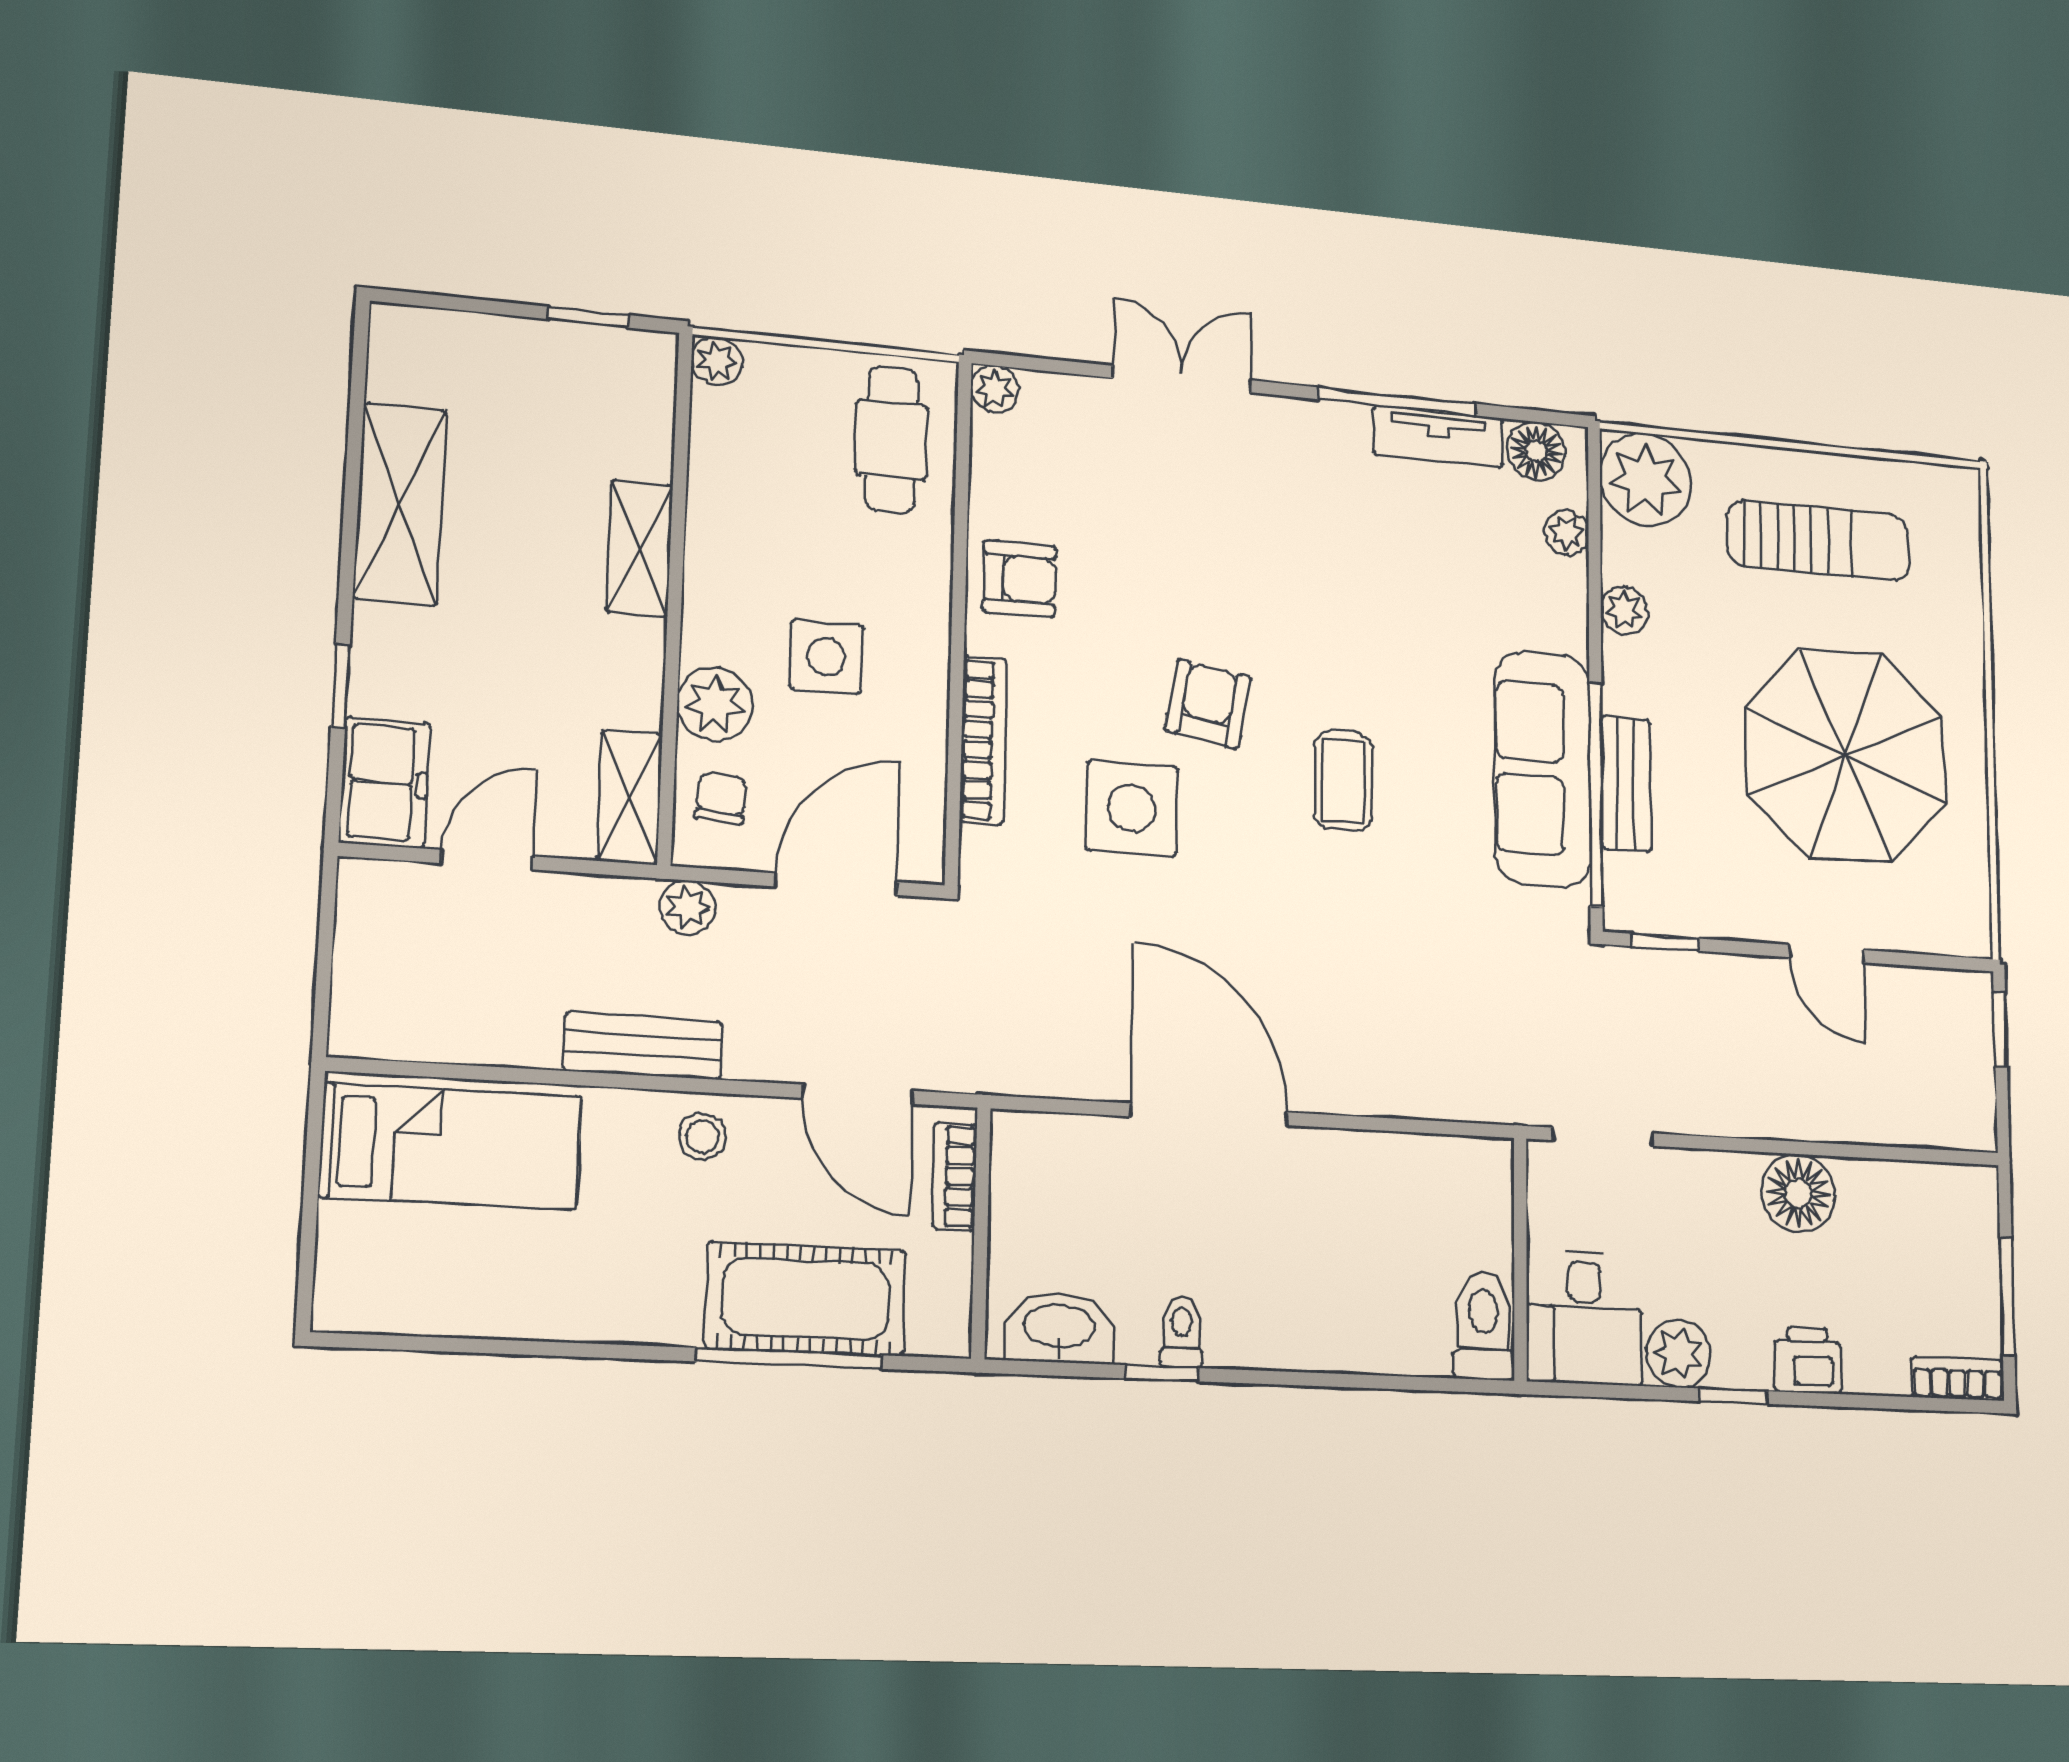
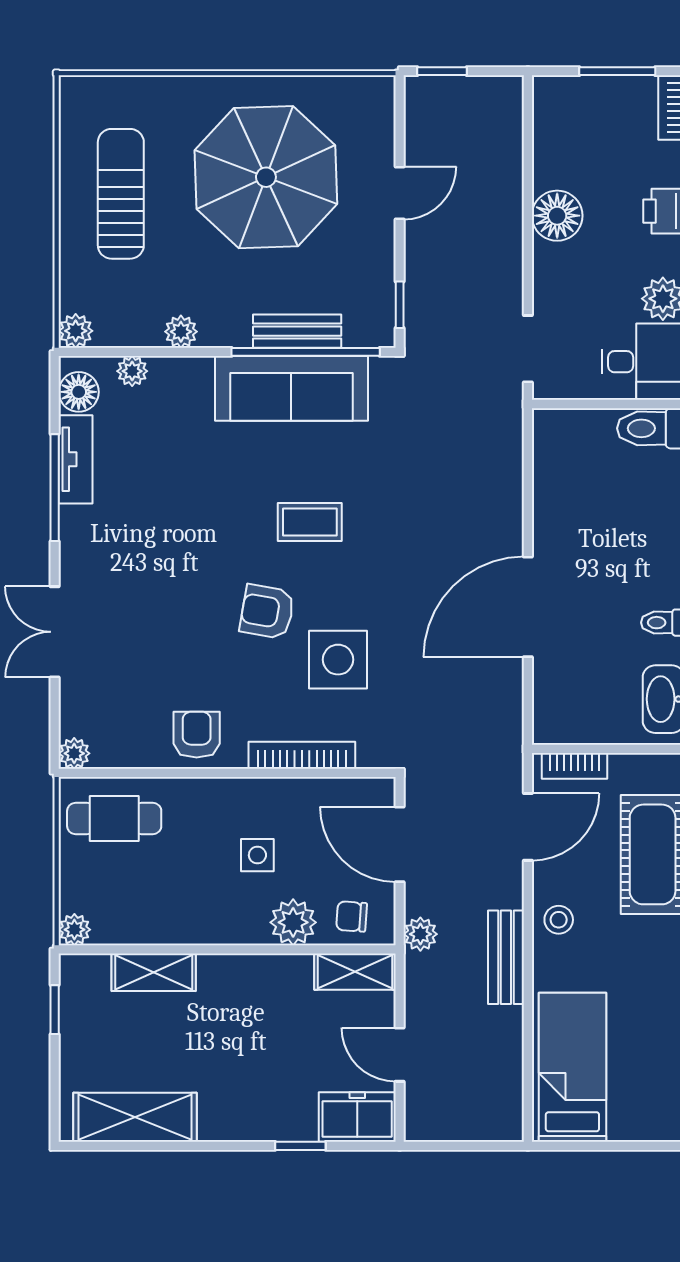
plant: (1645, 479) -> (76, 331), width x0.53, depth x0.53
shelving: (400, 504) -> (135, 1117), moved
shelving: (639, 548) -> (154, 972), moved
side table: (826, 657) -> (257, 855), width x0.73, depth x0.73

